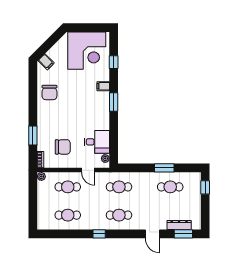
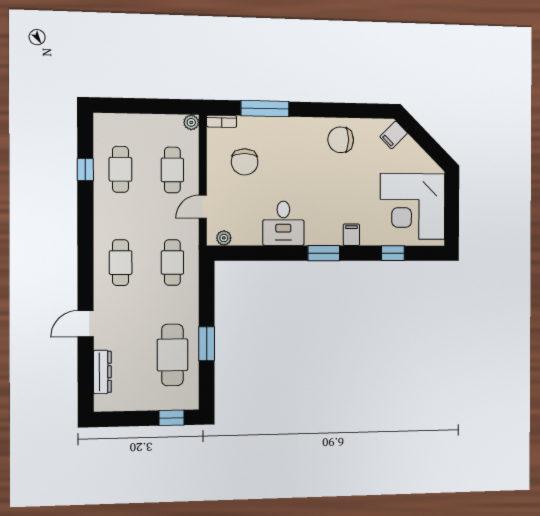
window: (33, 136) -> (265, 109), width x1.44
desk: (97, 142) -> (283, 223), moved
cafe table: (170, 187) -> (172, 355), width x1.37, depth x1.35
window: (99, 234) -> (85, 169), moved
window: (183, 234) -> (86, 380), removed

